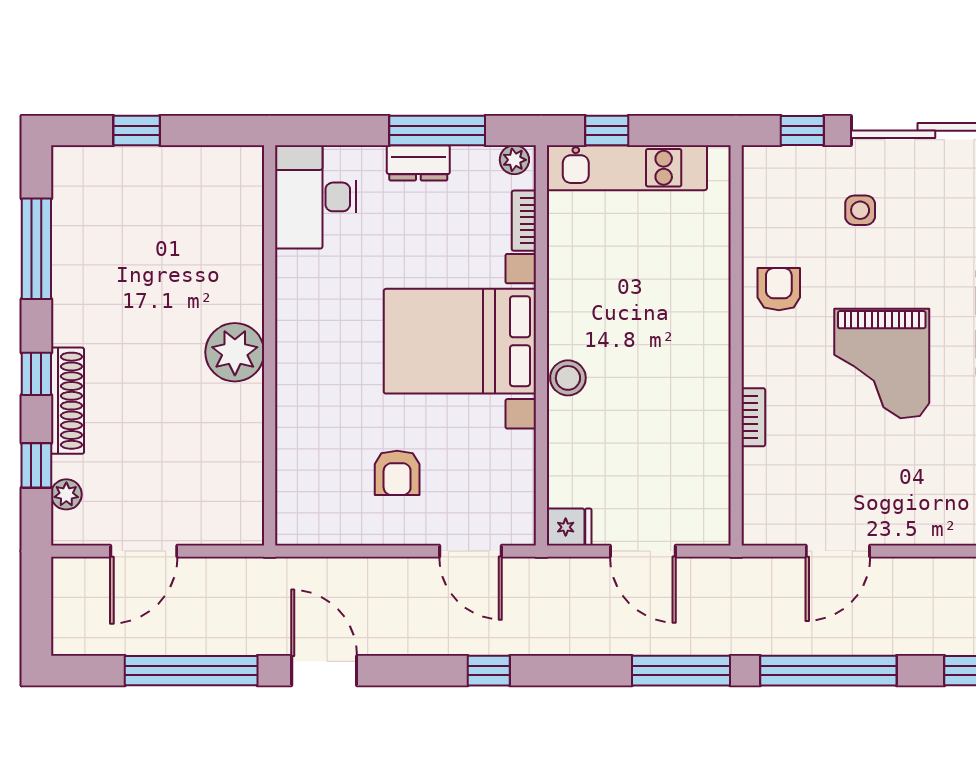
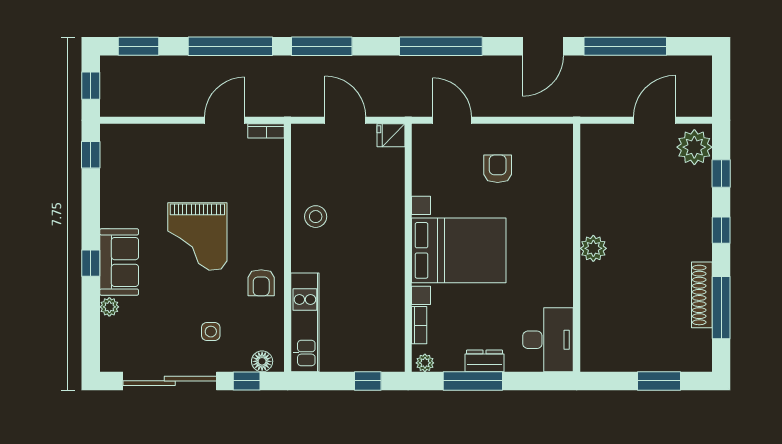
window: (137, 131) -> (659, 381), width x1.50
floor lamp: (777, 162) -> (262, 361), added
kitchen unit: (627, 168) -> (305, 322), moved, turned 90
plant: (235, 352) -> (593, 248), width x0.73, depth x0.73
grand piano: (882, 364) -> (197, 237), turned 180
stool: (568, 378) -> (316, 217), moved
shoe rack: (67, 401) -> (702, 295), moved
bookcase: (753, 417) -> (266, 131), moved, turned -90
plant: (66, 494) -> (694, 147), width x1.87, depth x1.87
door: (324, 671) -> (543, 46), hinge flipped
window: (489, 671) -> (441, 46), width x3.17

